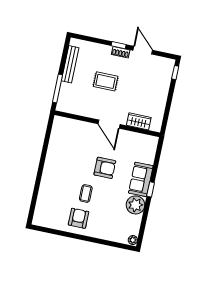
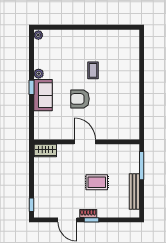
wardrobe: (139, 121) -> (45, 151), moved
plant: (135, 205) -> (39, 74), width x0.53, depth x0.53
armchair: (78, 218) -> (95, 45), removed

